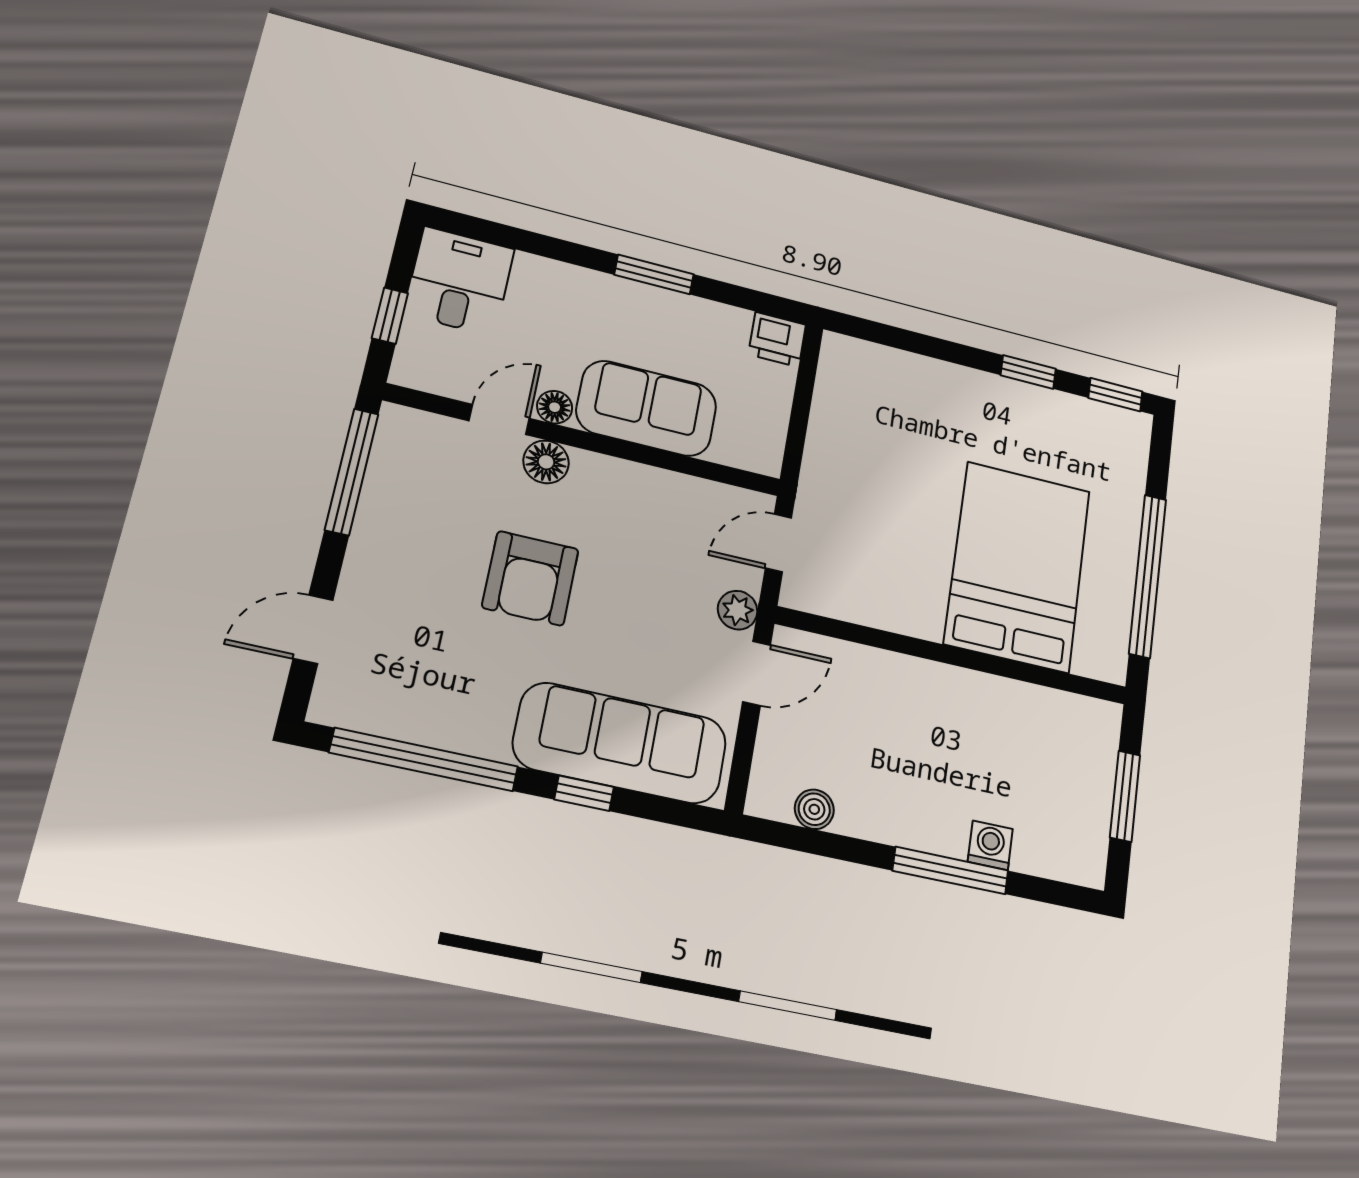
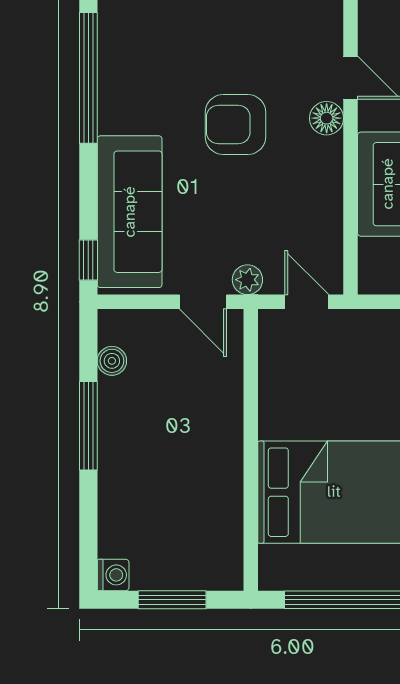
floor lamp: (555, 407) -> (371, 116), removed
window: (584, 793) -> (88, 260), moved
washing machine: (990, 845) -> (113, 575), moved
window: (951, 871) -> (88, 426), moved

